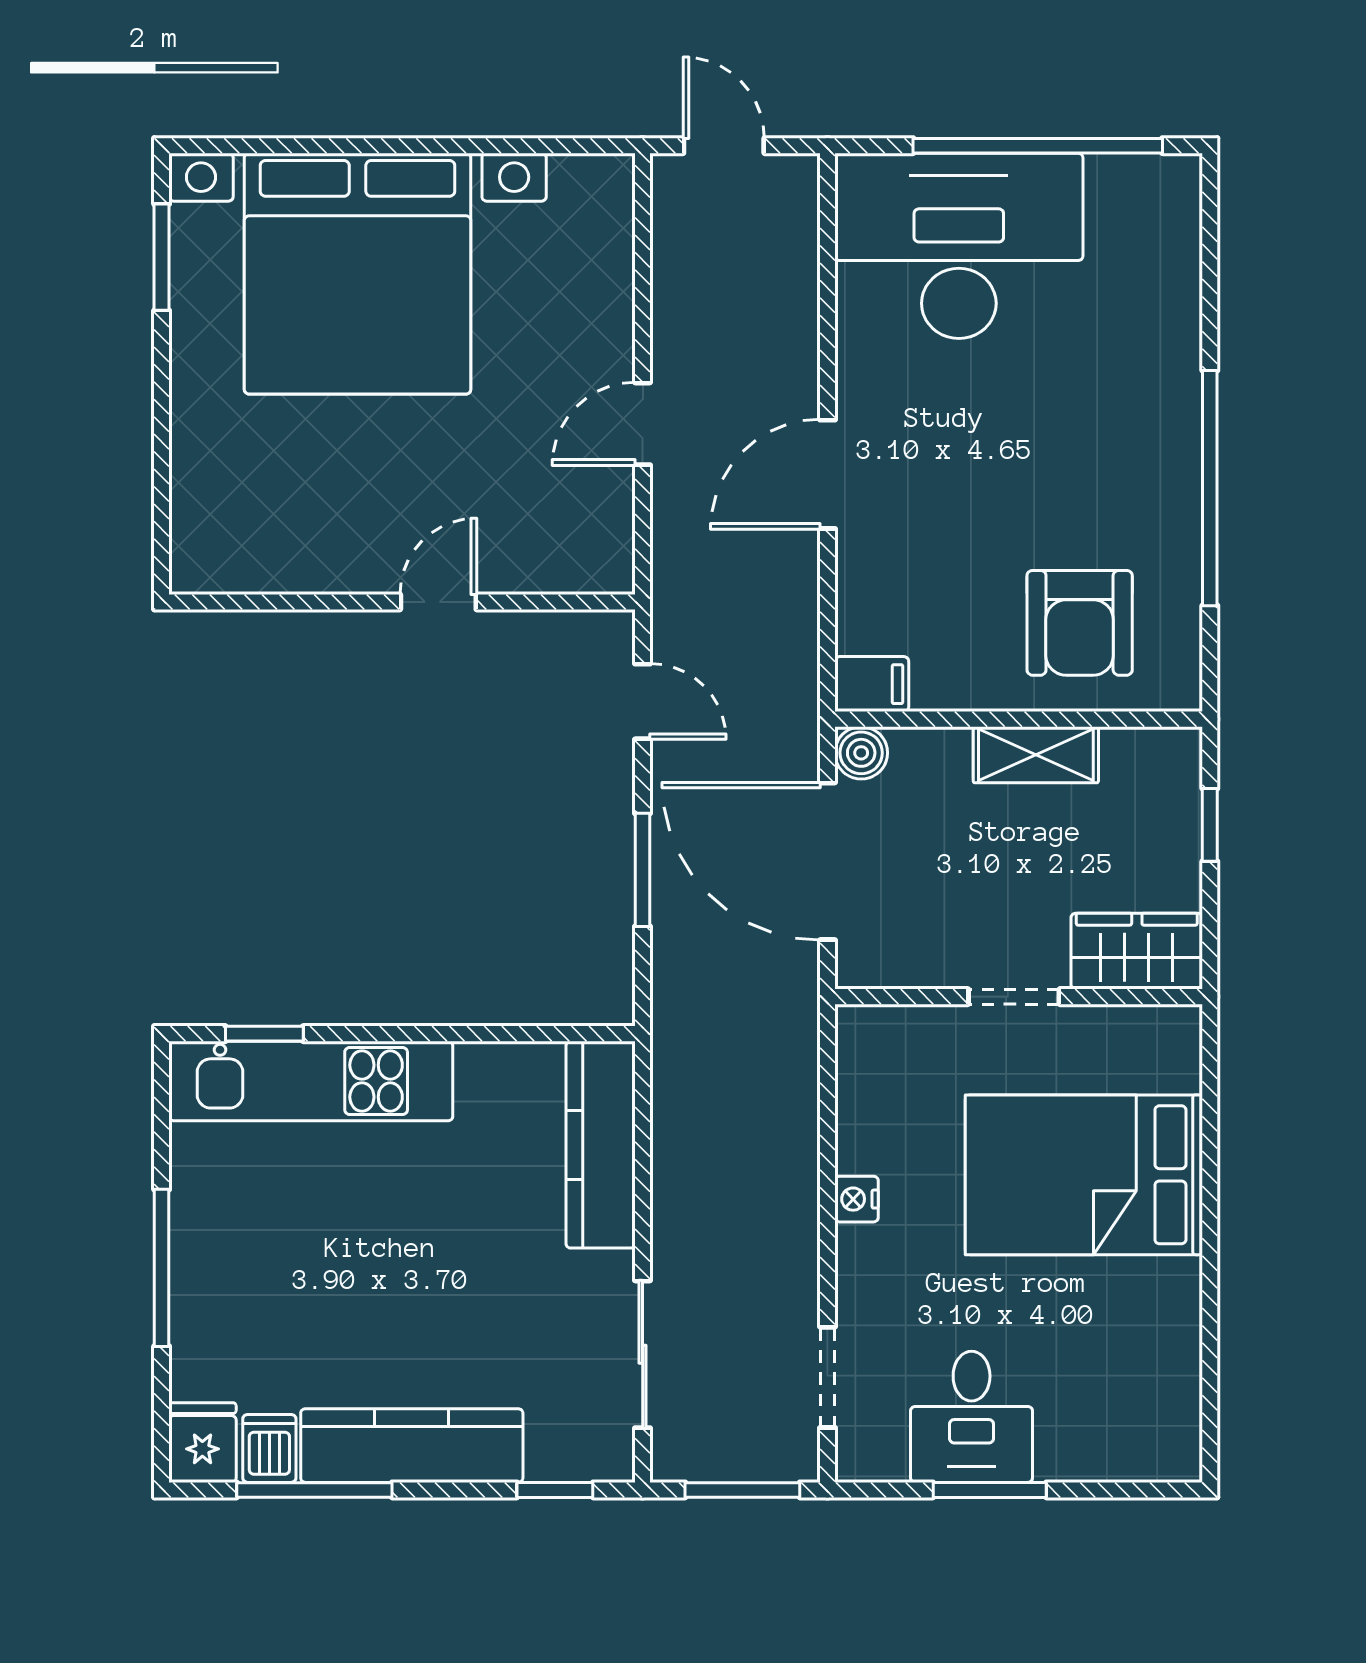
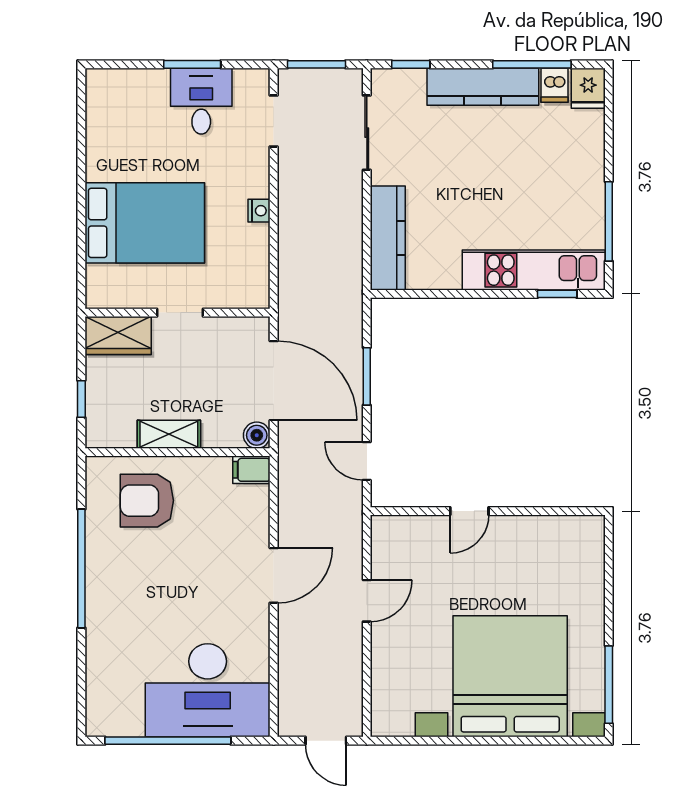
window: (162, 257) -> (609, 685), width x1.44
armchair: (1080, 623) -> (147, 501), turned -90
window: (162, 1268) -> (609, 221), moved

